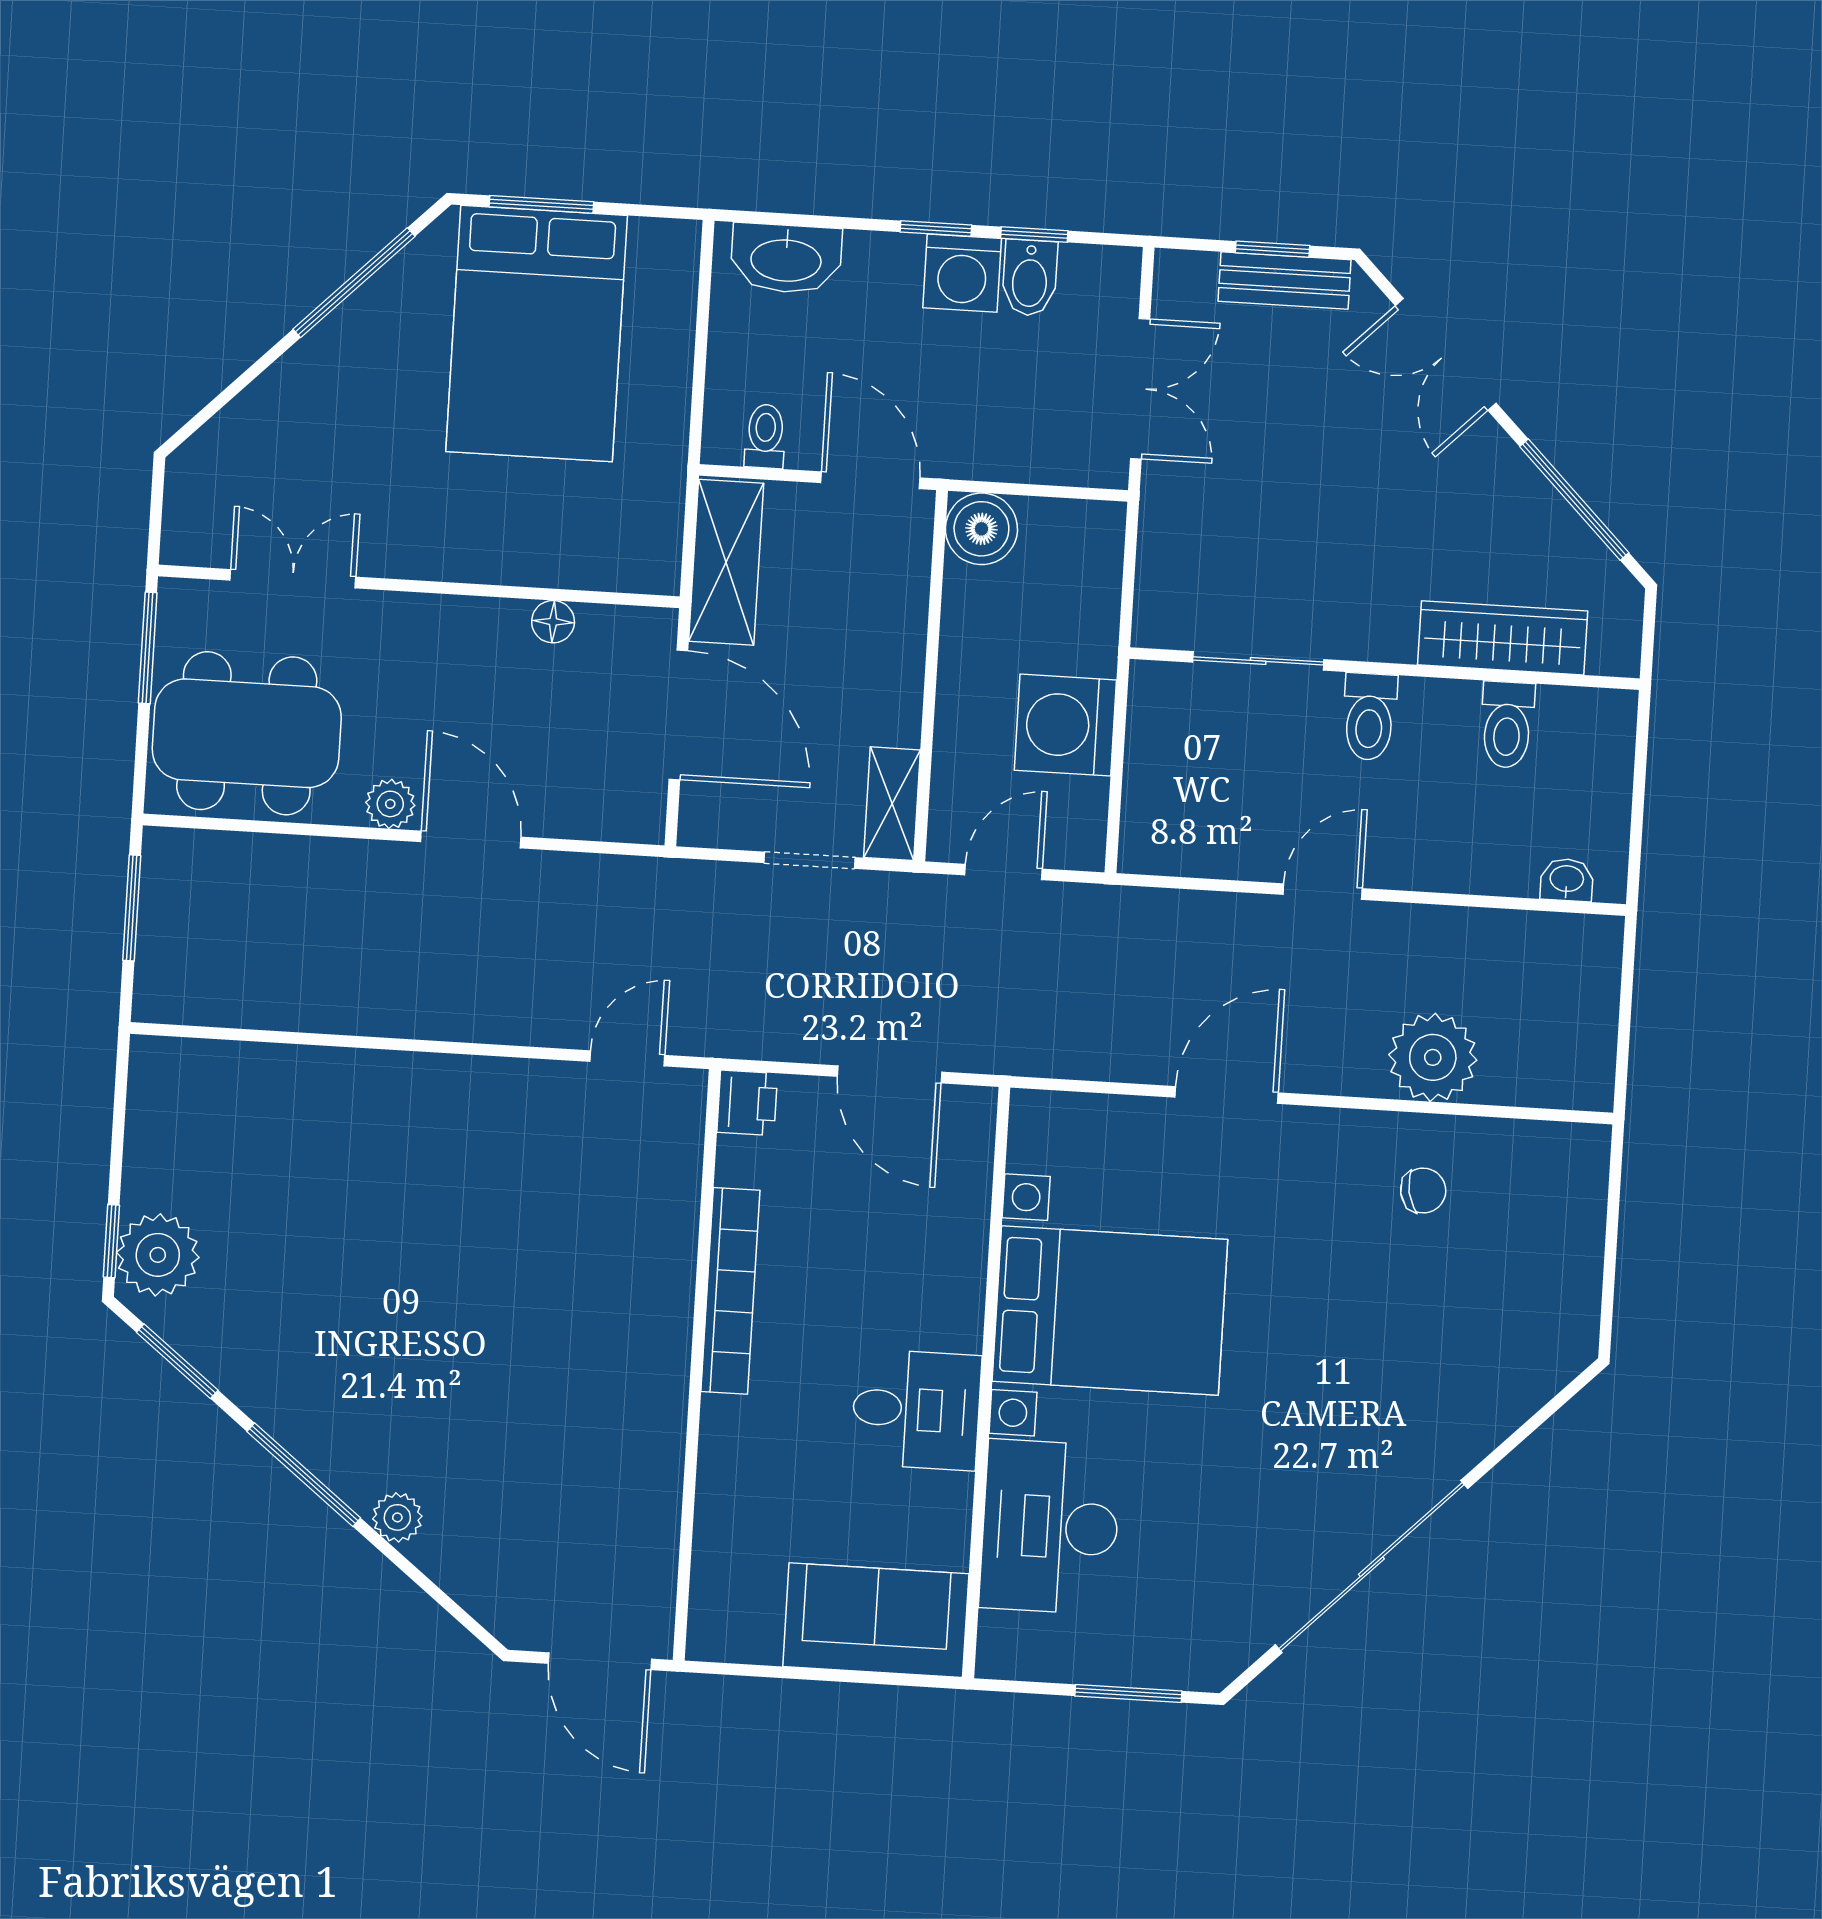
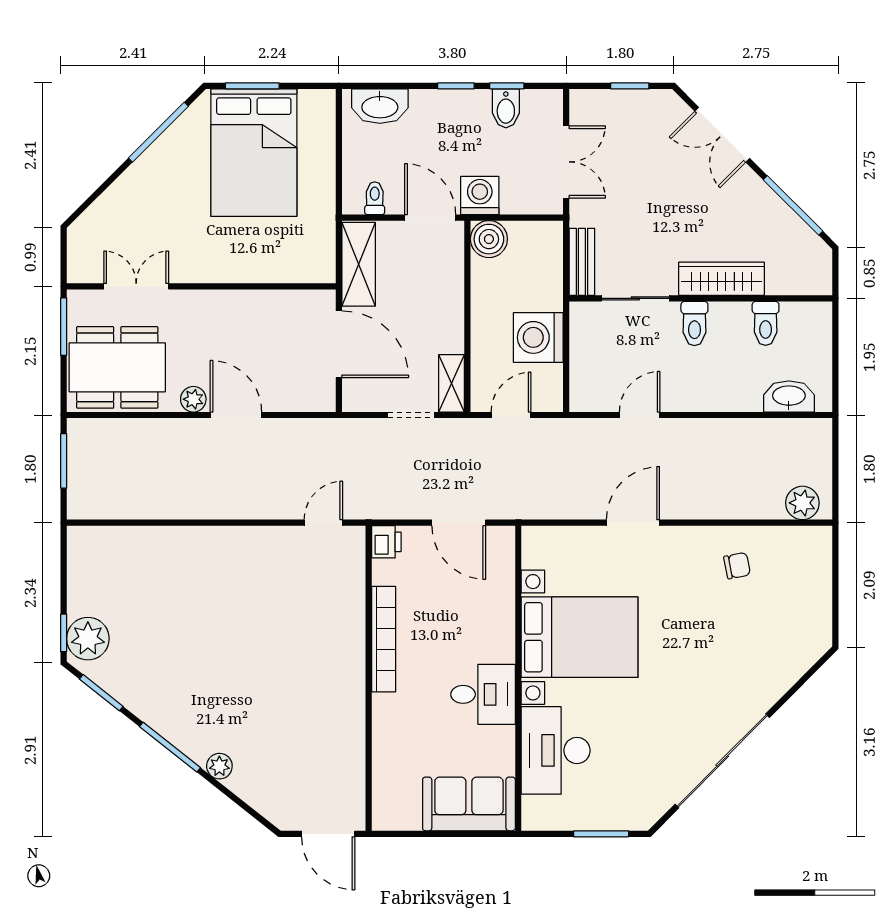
washing machine: (962, 273) -> (480, 195), moved, turned 180
bench: (1285, 281) -> (582, 262), moved, turned 90
floor lamp: (553, 622) -> (271, 300), removed
wardrobe: (1503, 638) -> (722, 279), moved
washbasin: (1567, 880) -> (789, 396), width x1.91, depth x1.45
door: (1323, 892) -> (640, 415), moved
plant: (1433, 1057) -> (802, 503), moved, width x0.73, depth x0.73

